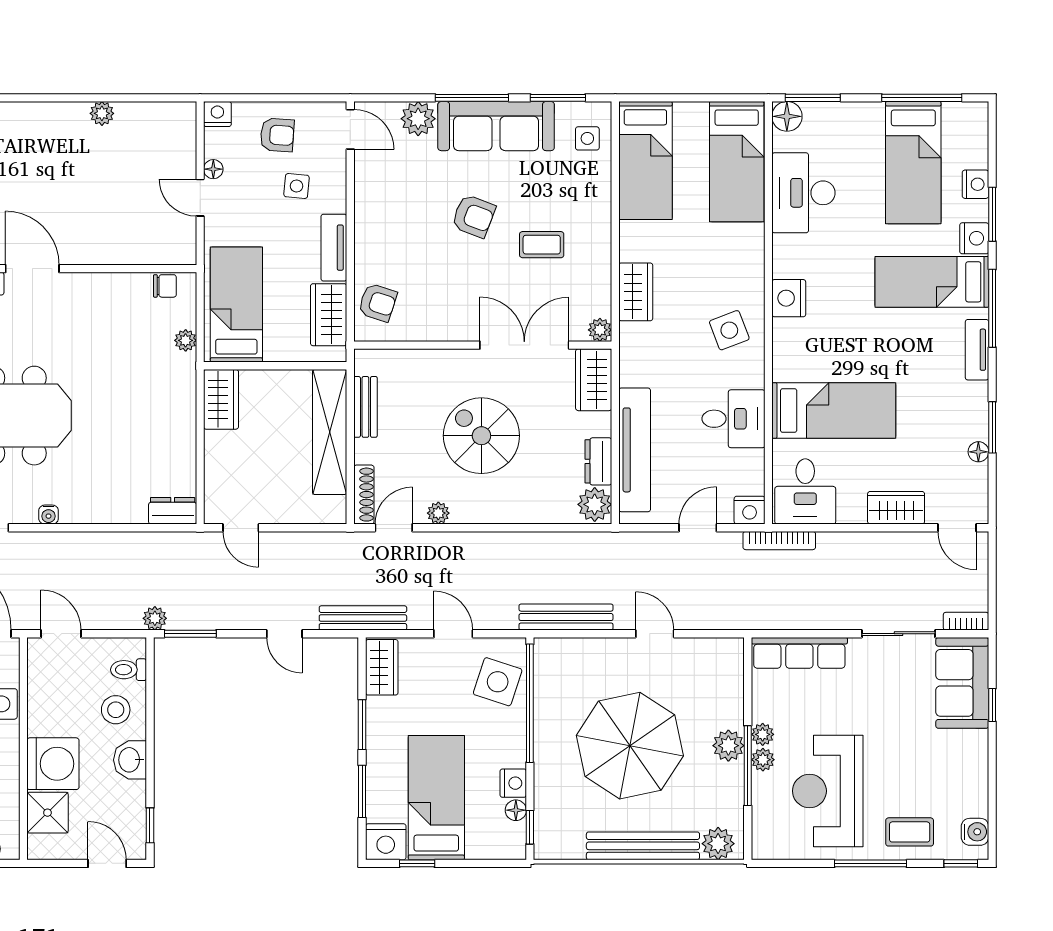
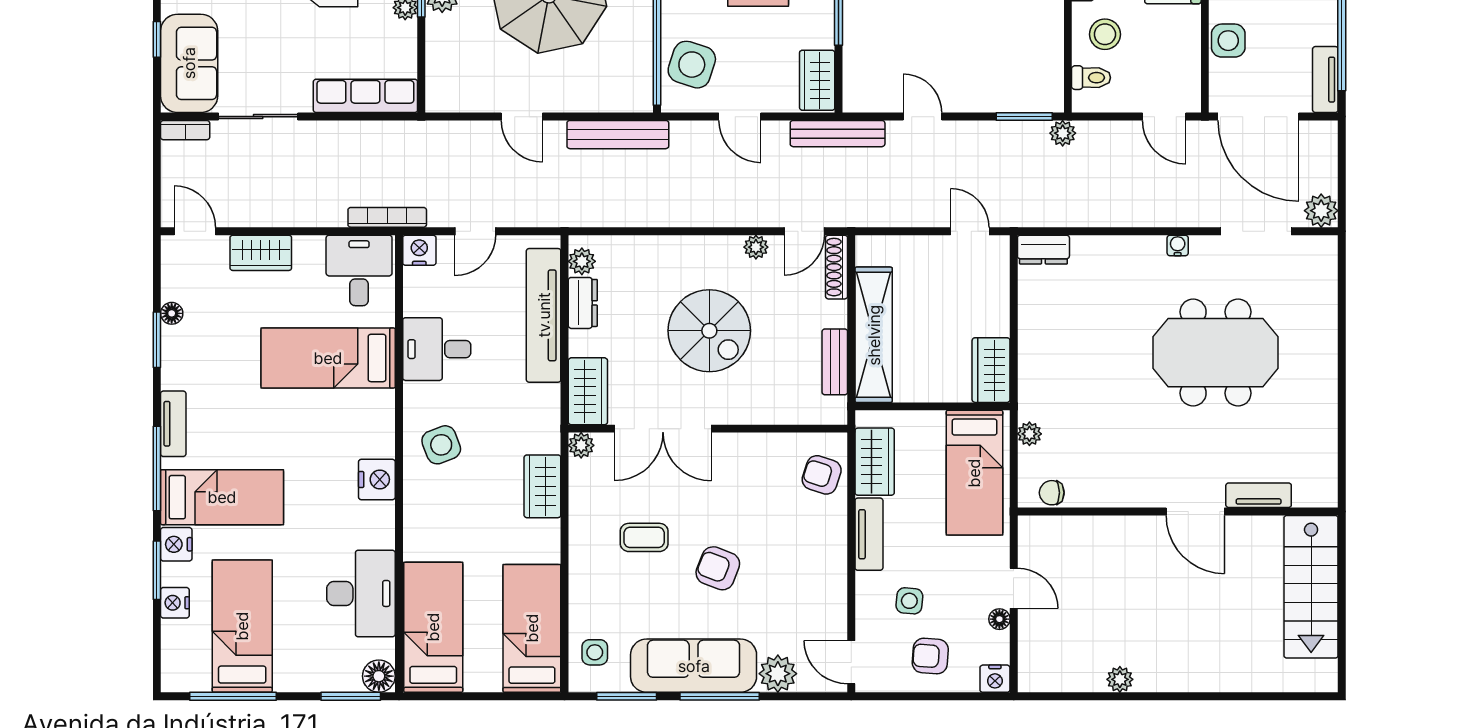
plant: (595, 504) -> (582, 261), width x0.73, depth x0.73

